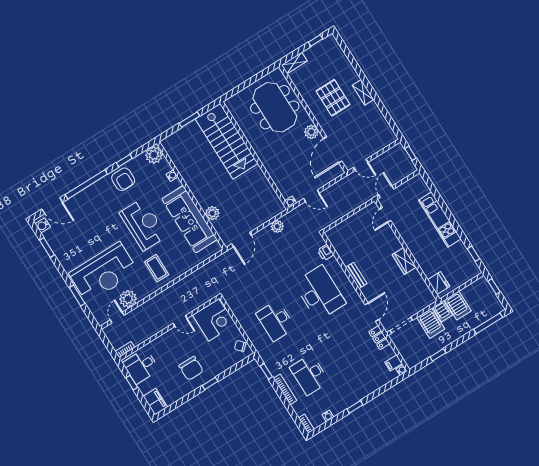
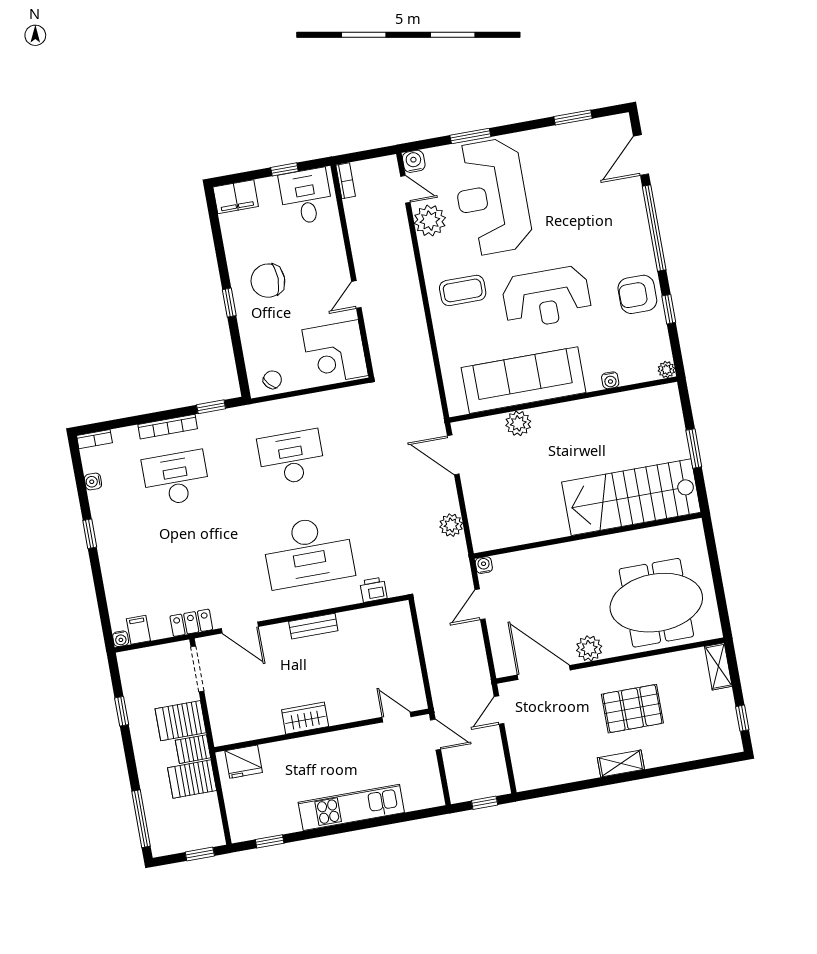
plant: (154, 155) -> (666, 370), width x0.53, depth x0.53
water cooler: (43, 225) -> (414, 161), moved

